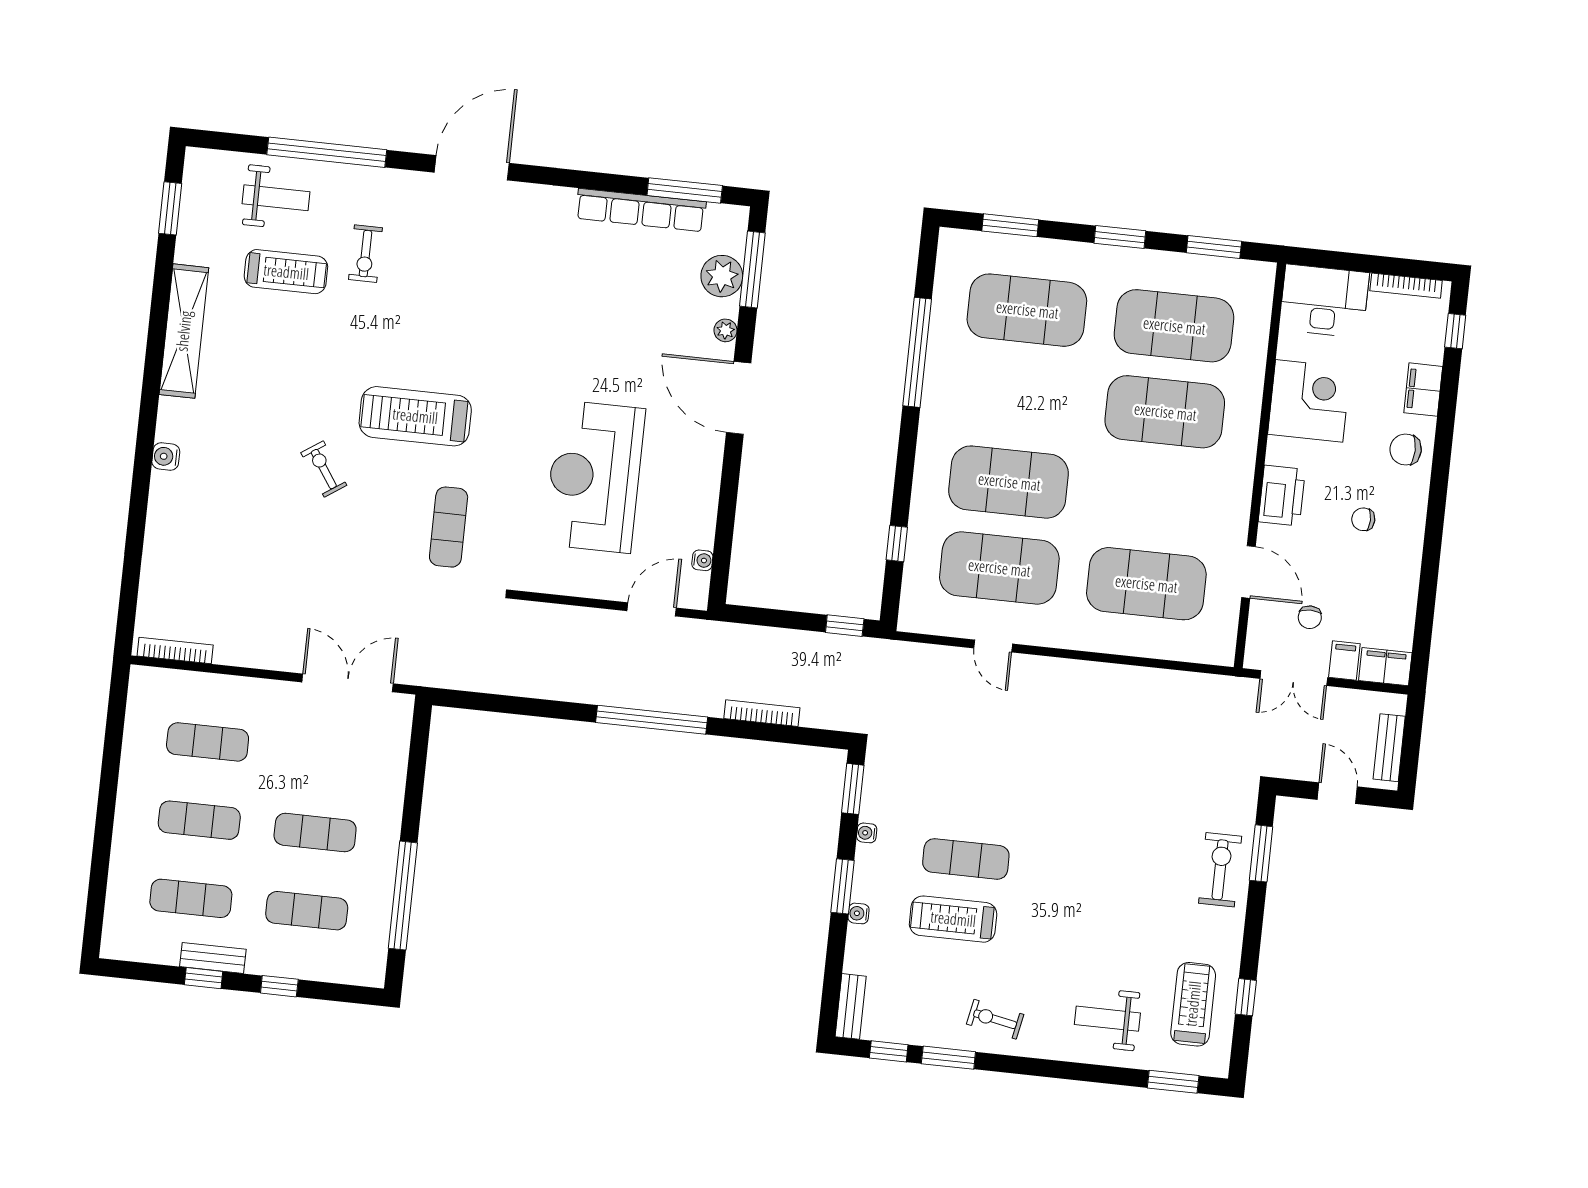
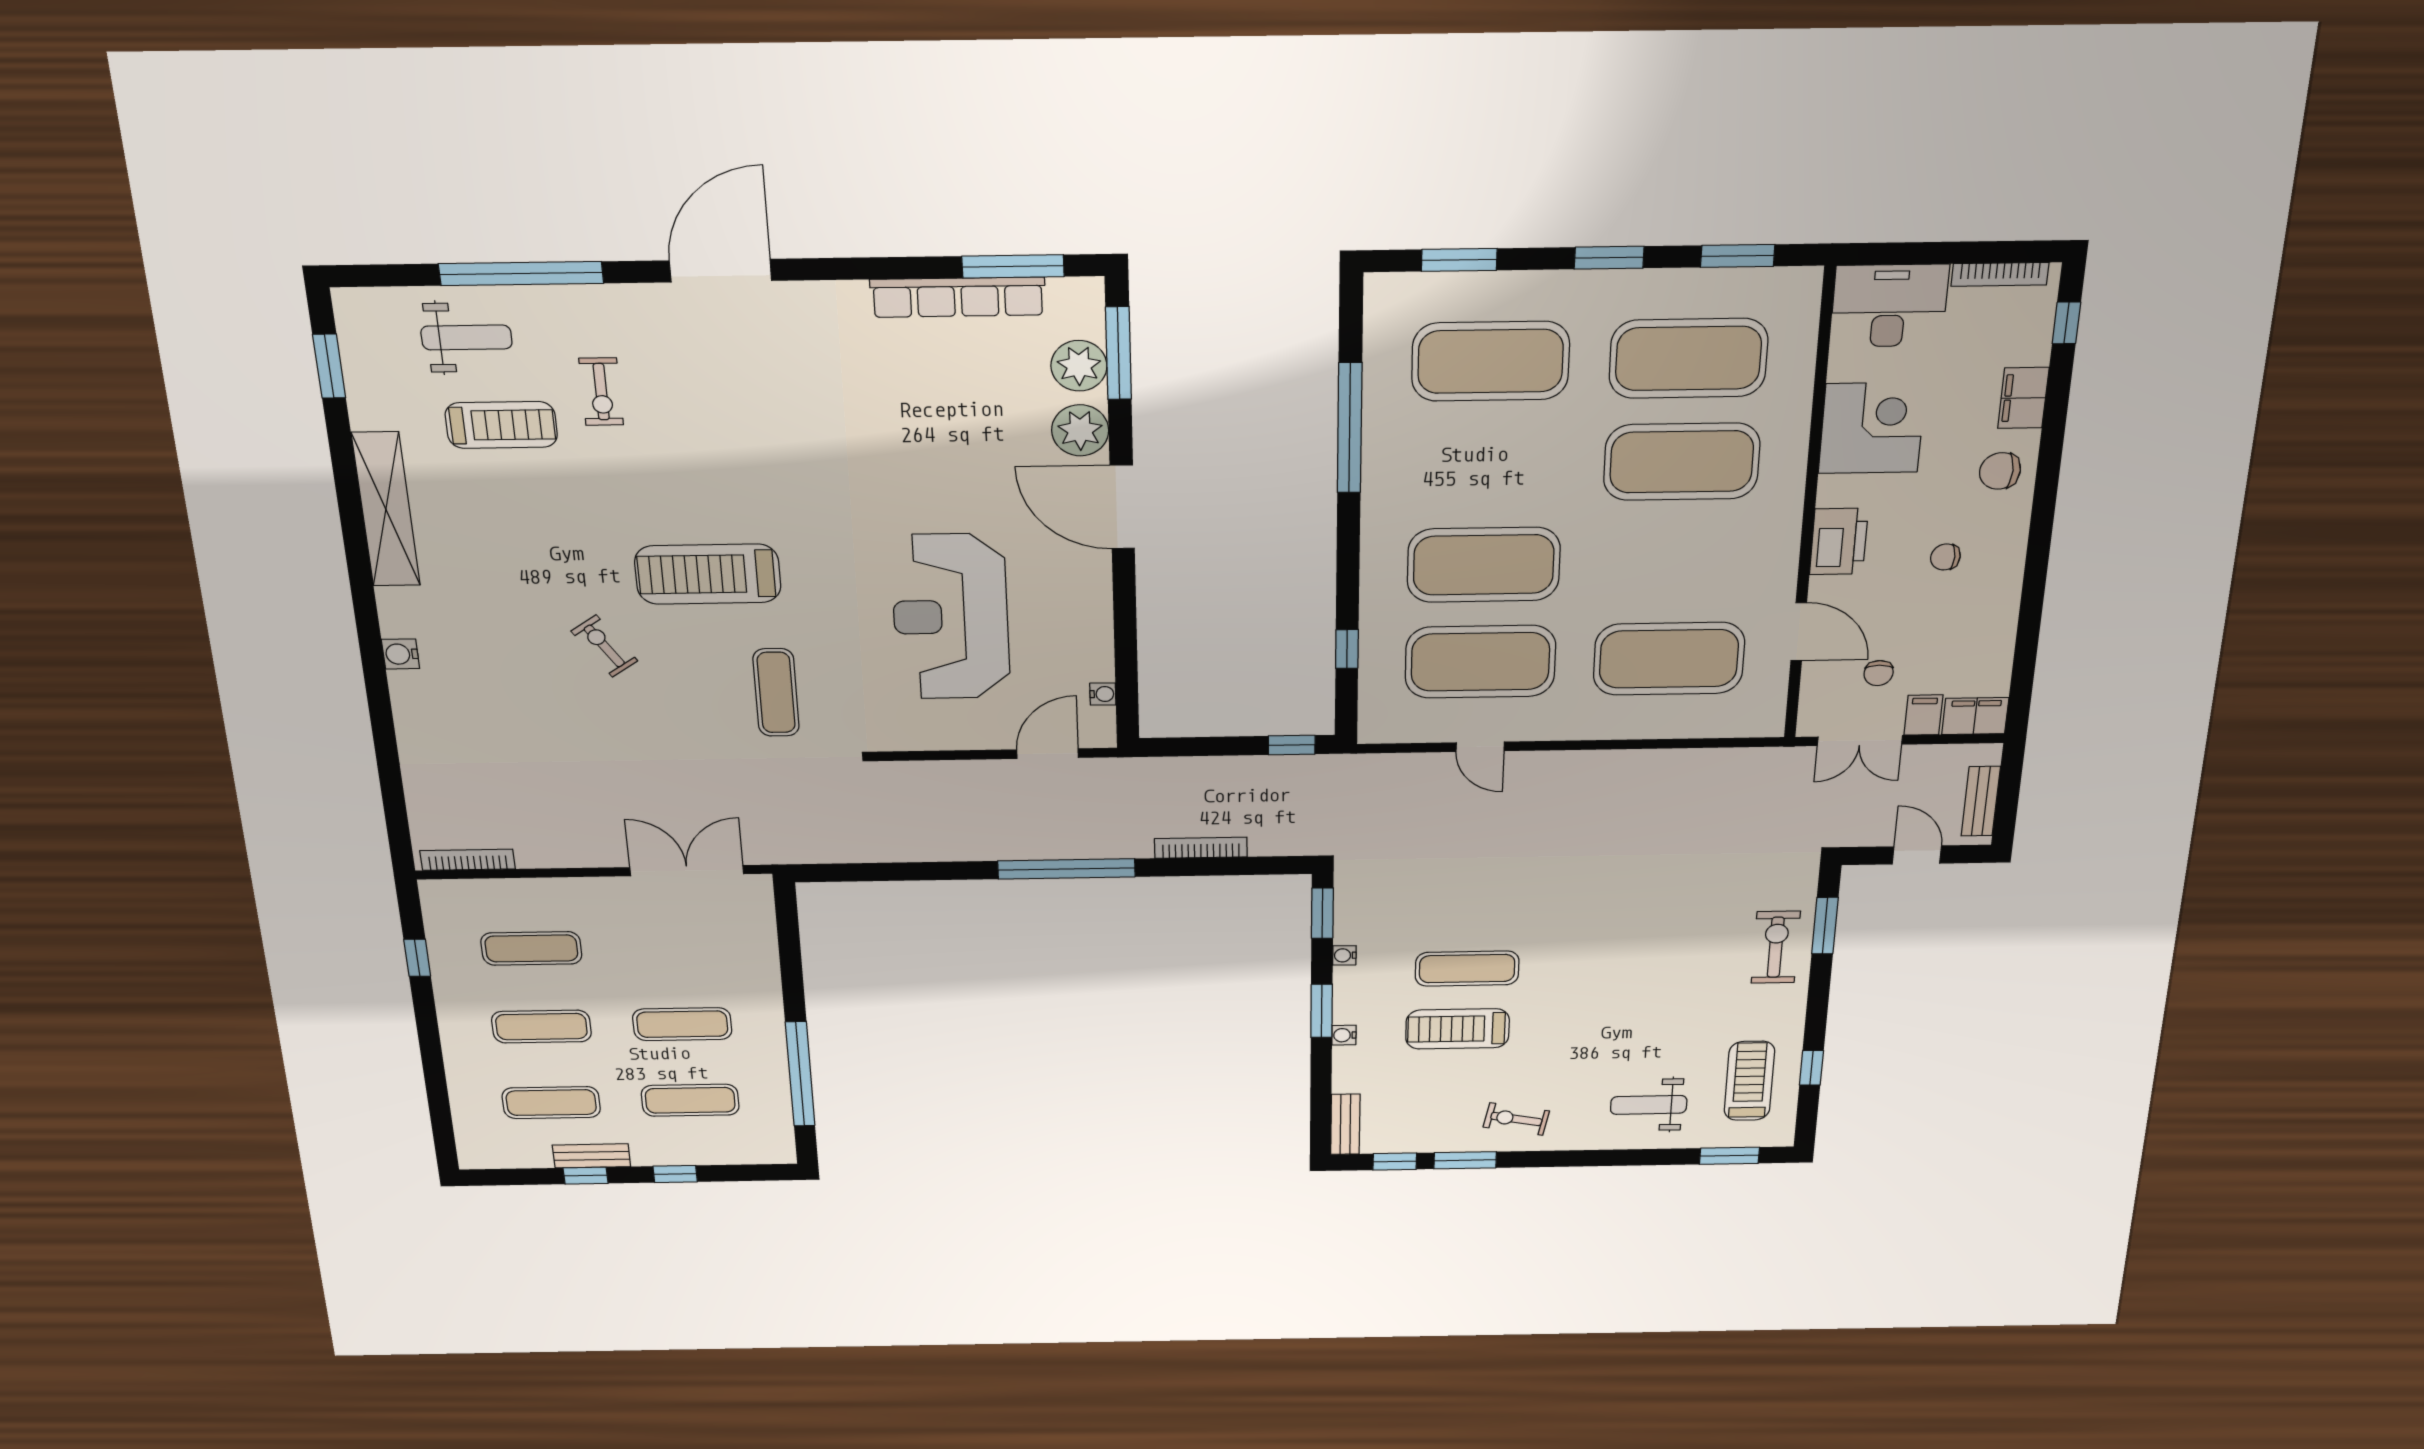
plant: (726, 330) -> (1080, 430), width x1.88, depth x1.88
window: (113, 739) -> (417, 958), added

